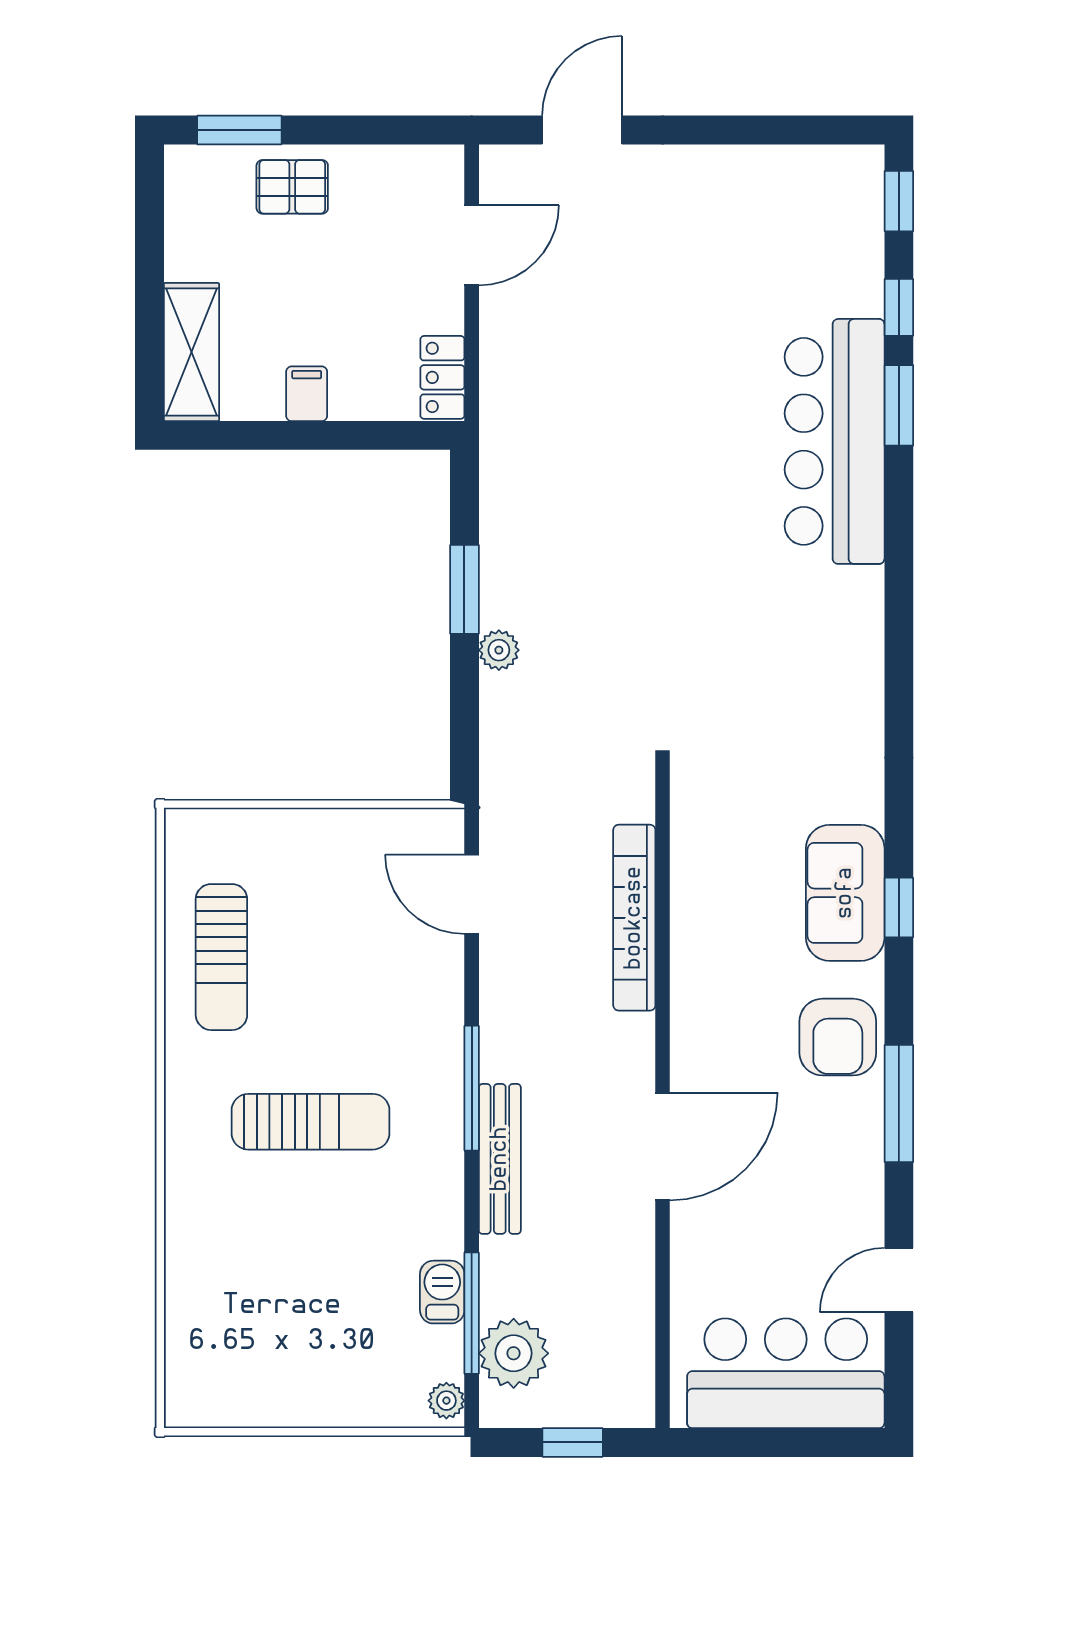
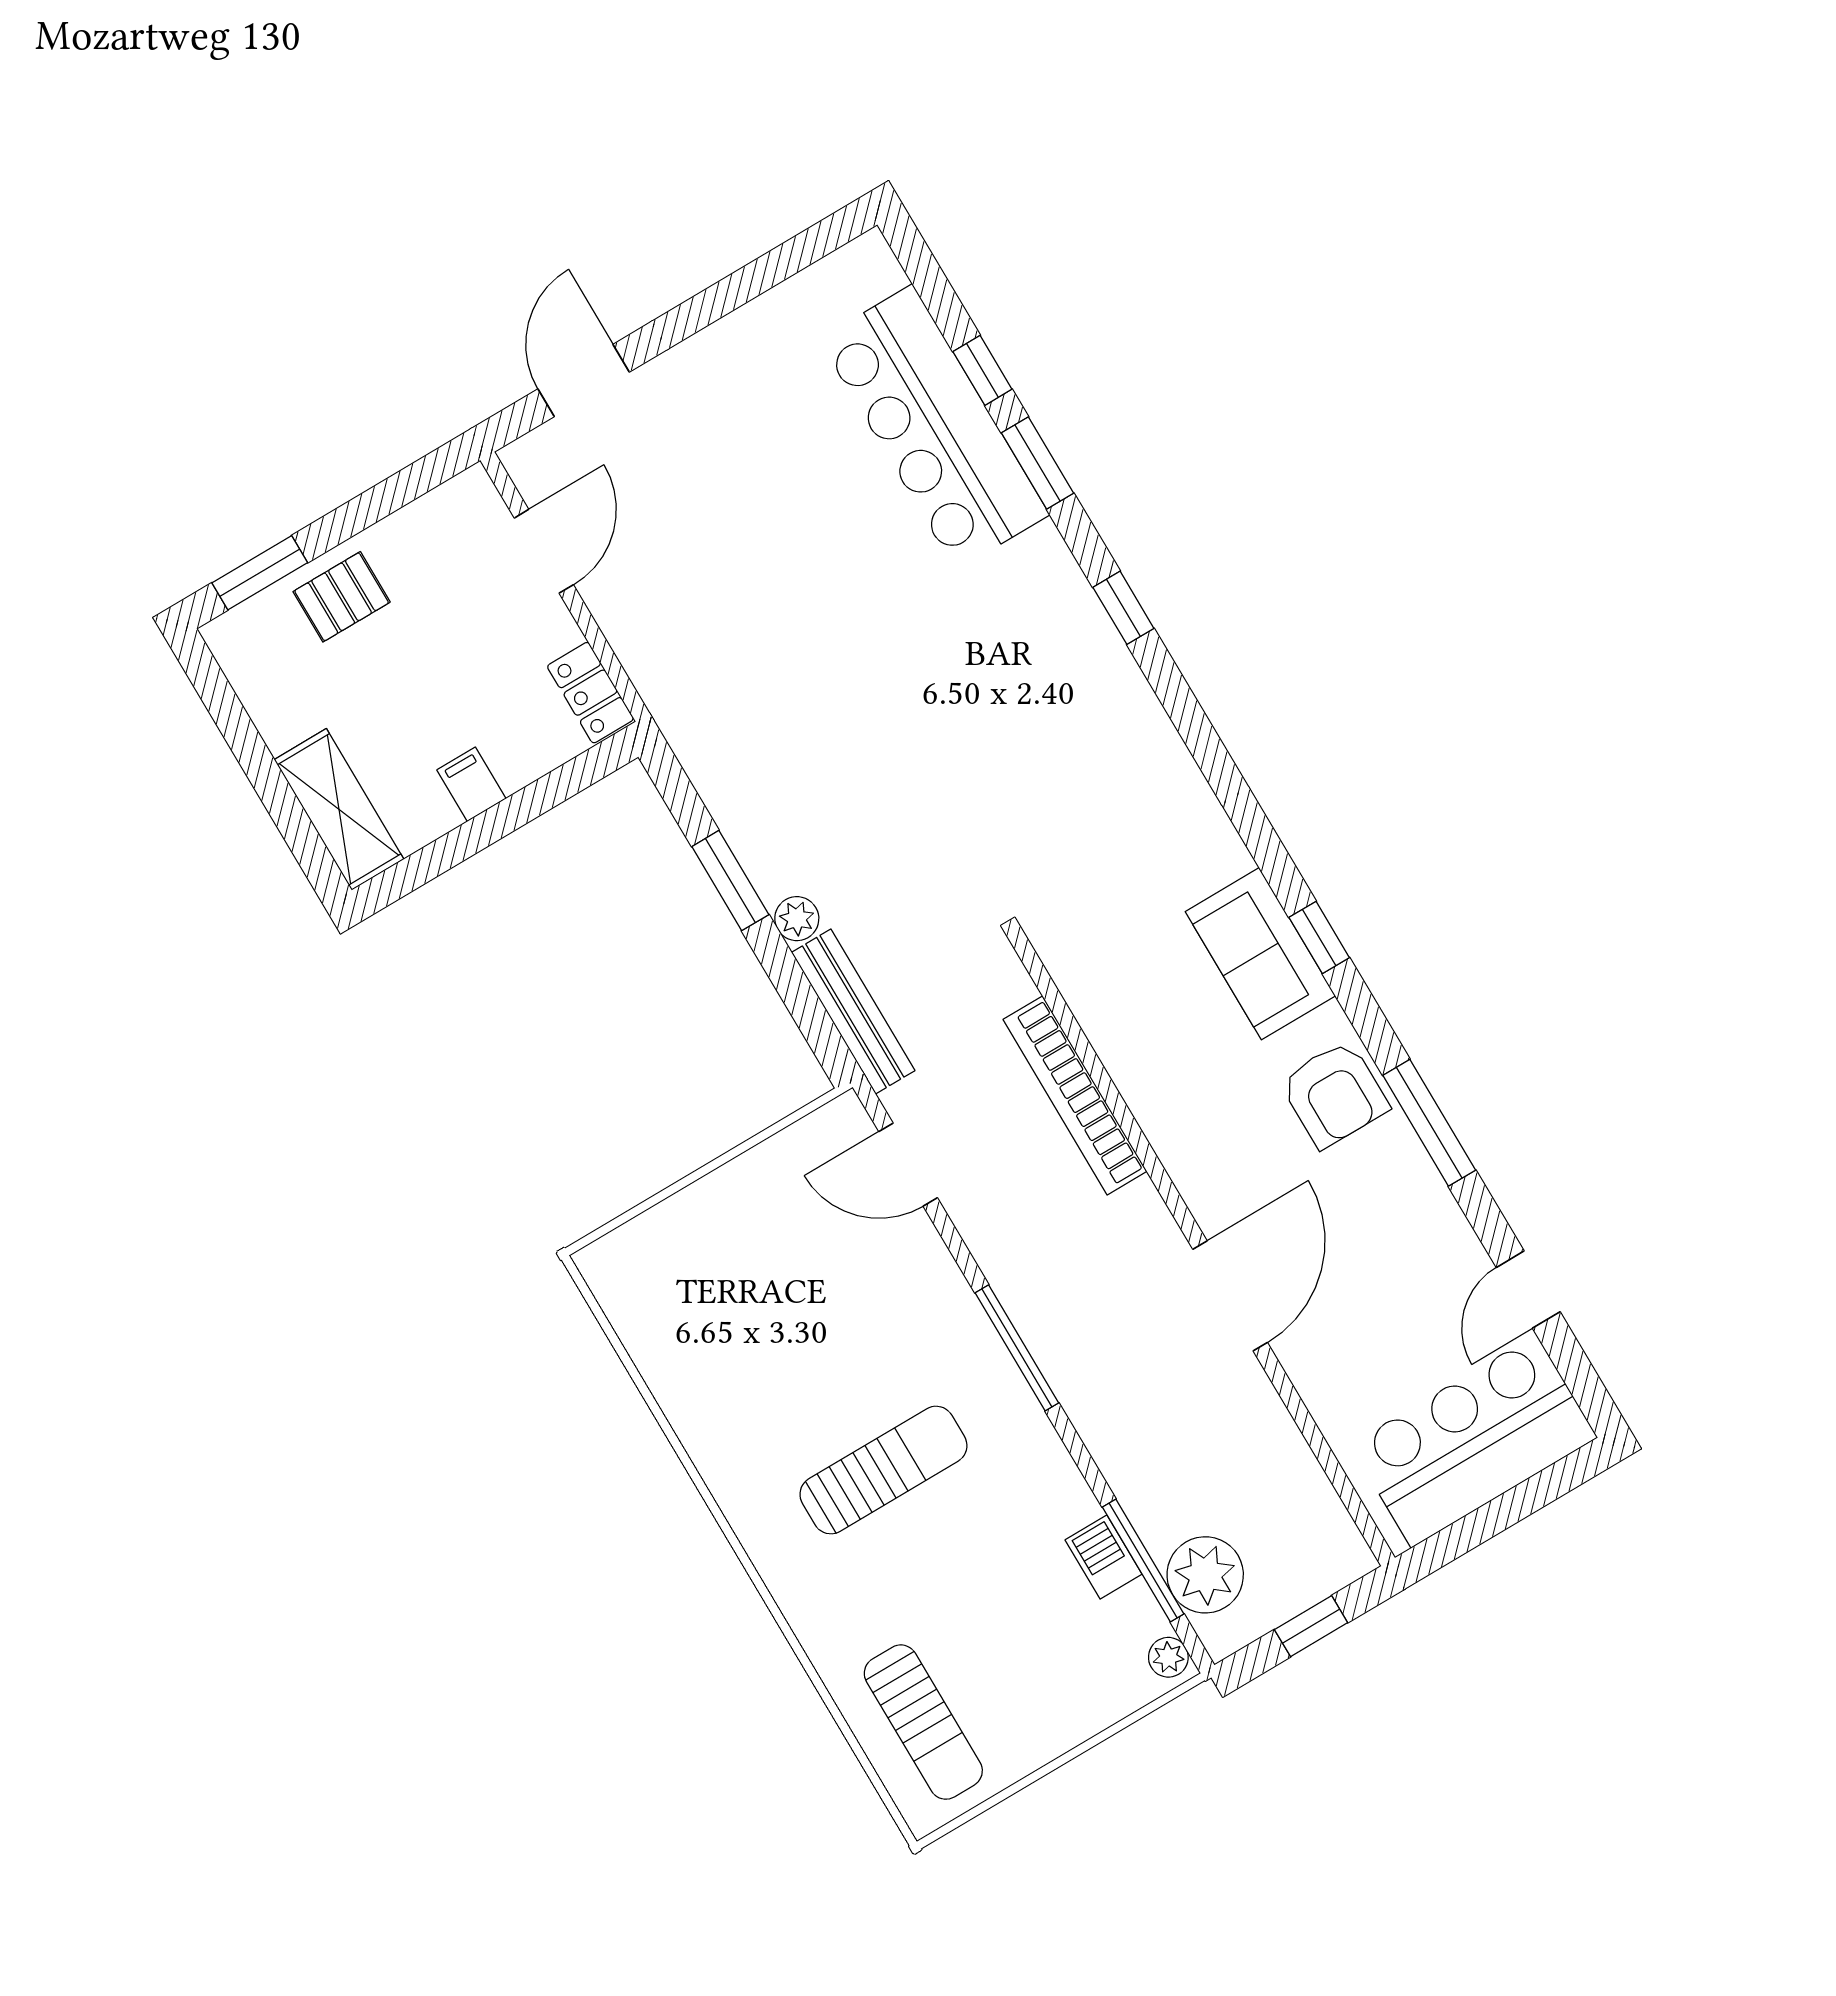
window: (899, 201) -> (1123, 608), moved
bar counter: (835, 441) -> (934, 427), moved
sun lounger: (221, 957) -> (923, 1722), moved
bench: (500, 1159) -> (853, 1011), moved

